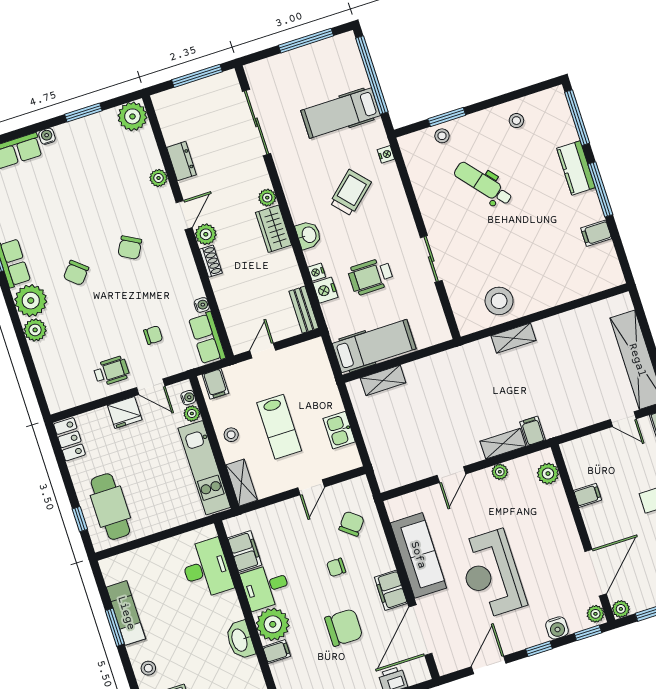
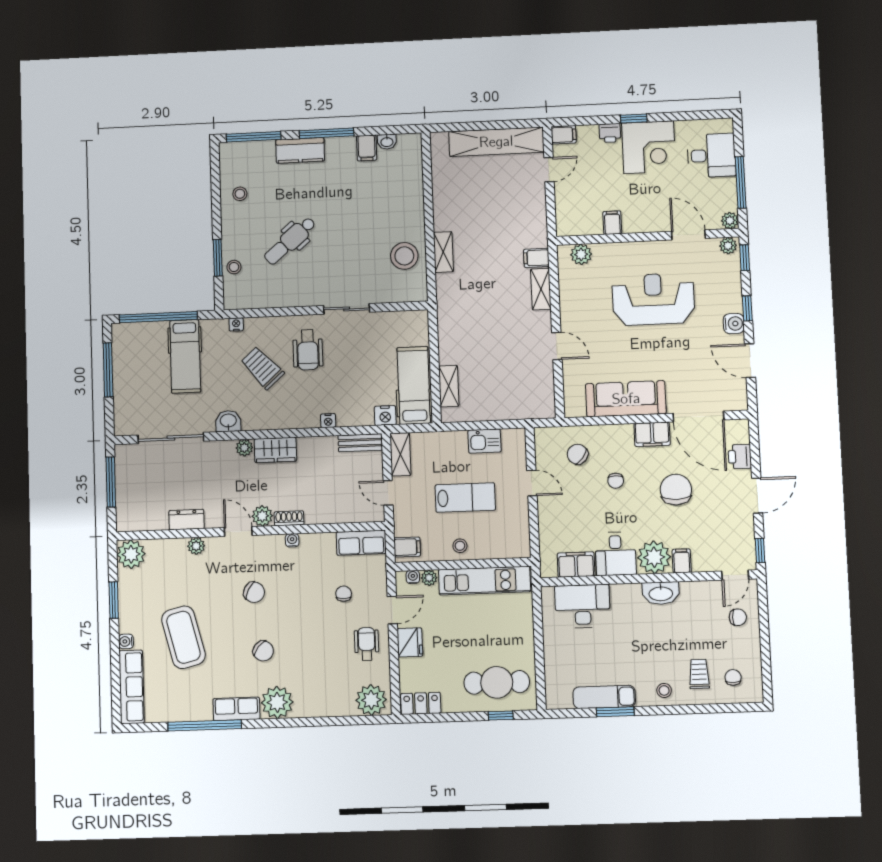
coffee table: (67, 191) -> (183, 637), added
washbasin: (308, 235) -> (228, 421), moved
washbasin: (608, 252) -> (387, 142), added
wheelchair: (371, 276) -> (308, 350), moved
nightstand: (325, 290) -> (385, 416), moved
water cooler: (202, 305) -> (292, 540), moved
plant: (35, 330) -> (371, 700), moved, width x1.36, depth x1.36
plant: (500, 472) -> (567, 299), removed
shelving: (242, 483) -> (400, 454), moved, turned 90
door: (596, 573) -> (688, 235), width x0.73
reception desk: (491, 574) -> (653, 299), moved, turned 180
water cooler: (557, 628) -> (734, 324), moved

